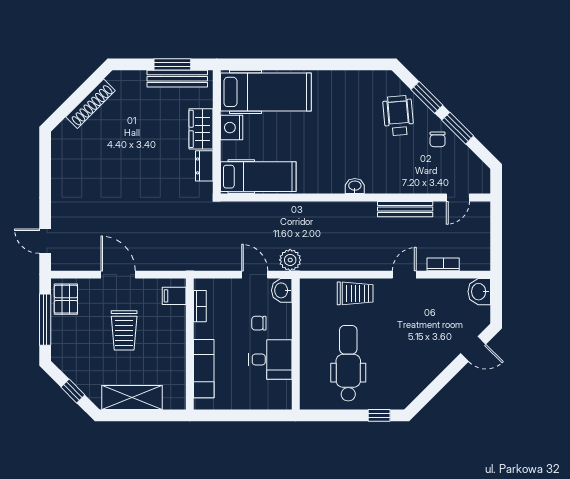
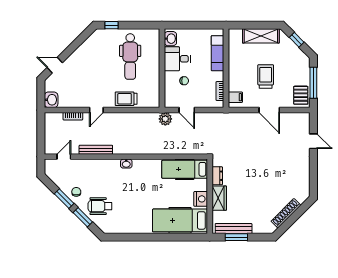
wheelchair: (398, 116) -> (100, 206), turned 95
door: (45, 241) -> (313, 141), moved
washbasin: (282, 290) -> (170, 39), moved

